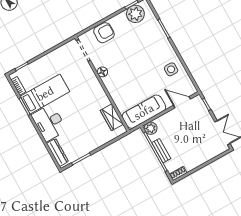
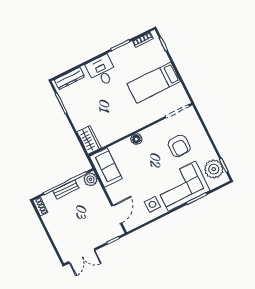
armchair: (104, 33) -> (179, 146), moved
corner sofa: (153, 43) -> (182, 186), added
floor lamp: (102, 72) -> (136, 139), moved
bed: (45, 94) -> (154, 83), moved, turned 90
sofa: (144, 112) -> (106, 168), width x0.73
wardrobe: (112, 117) -> (89, 140), moved, turned 90
desk: (49, 123) -> (102, 71), width x0.73

